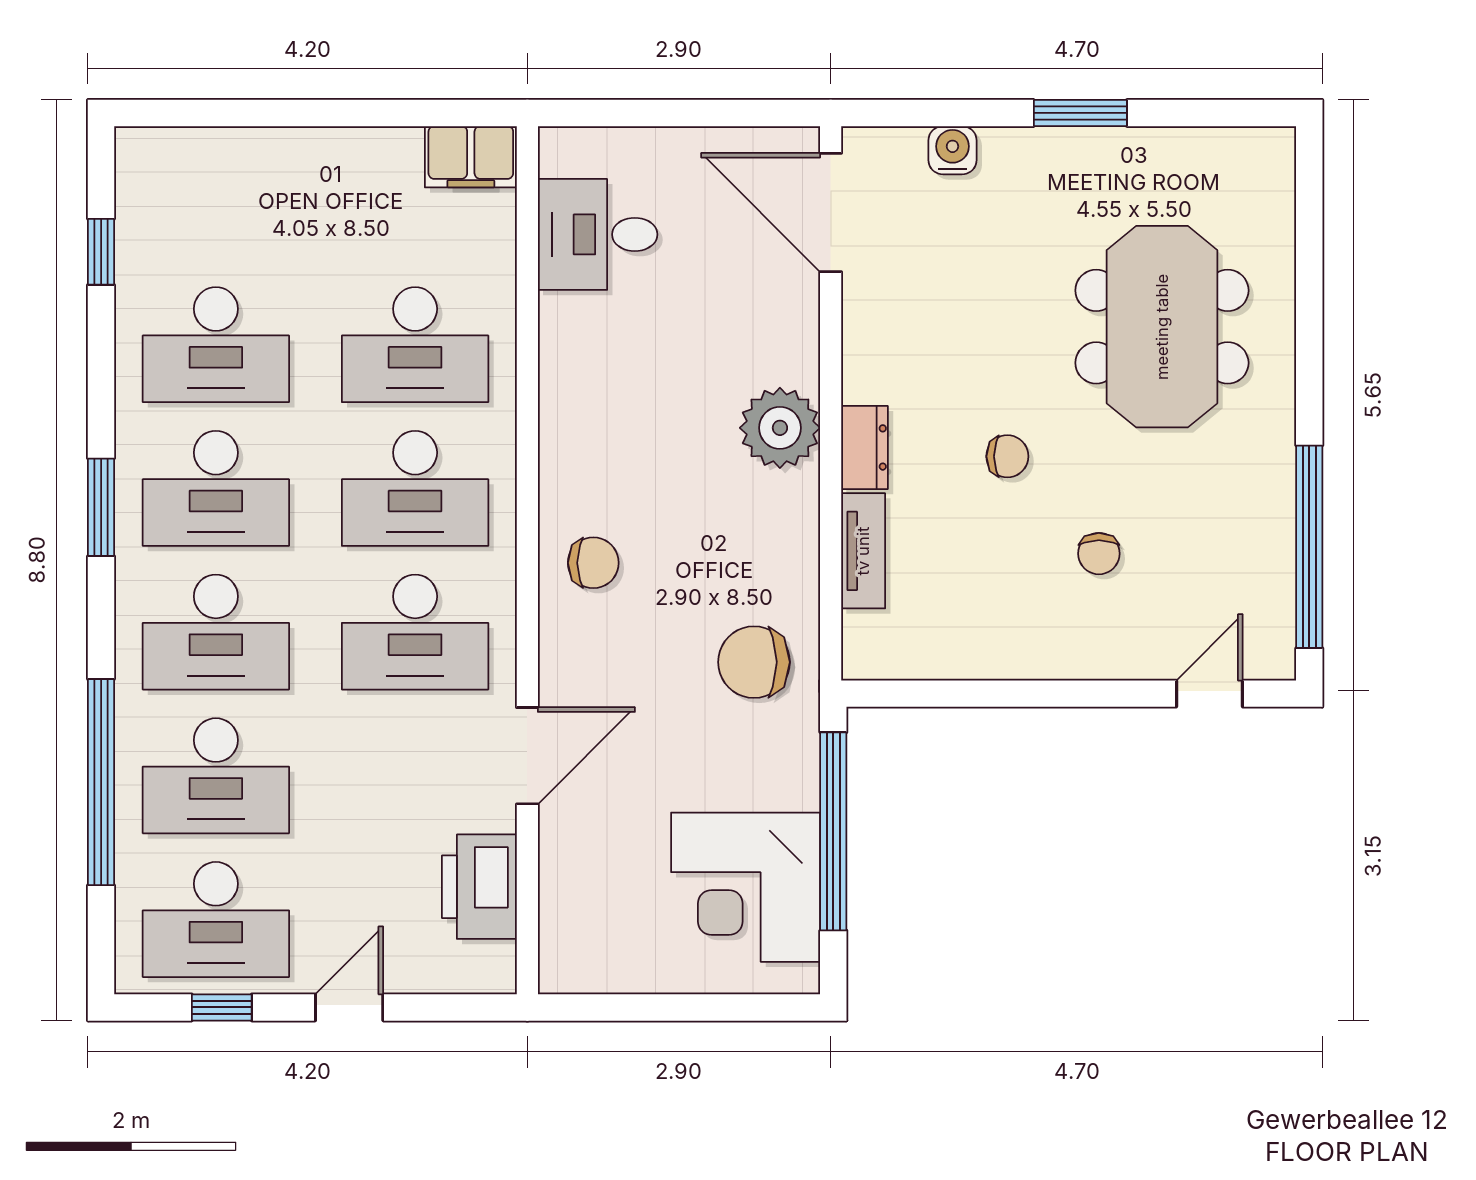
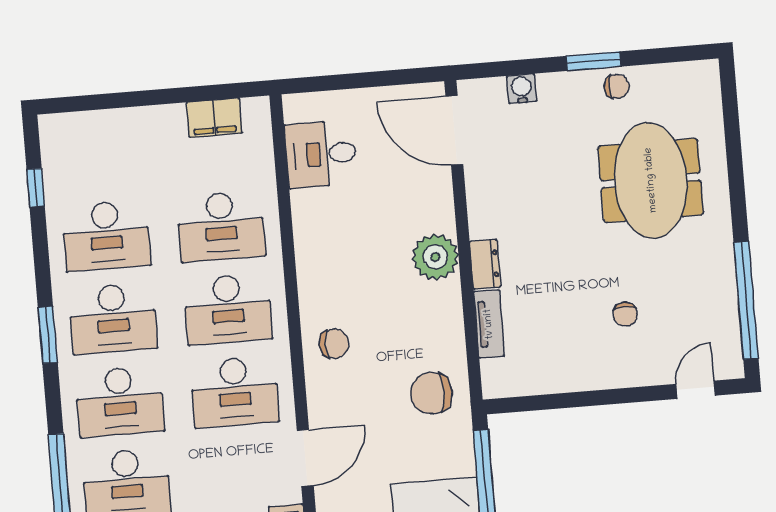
filing cabinet: (471, 157) -> (214, 118), moved
chair: (1007, 456) -> (617, 86), moved

